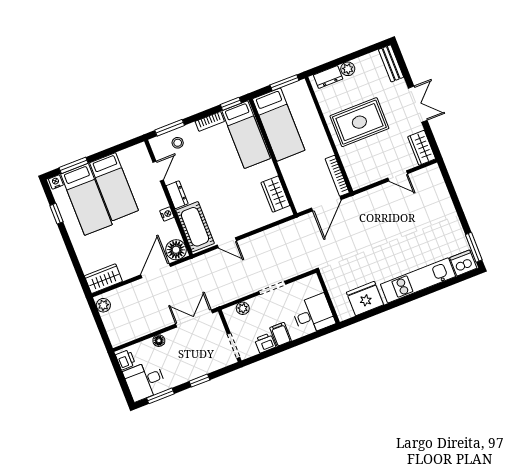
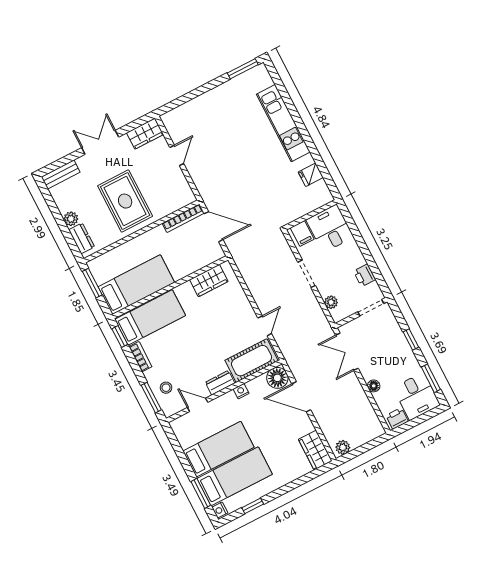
dishwasher: (463, 263) -> (260, 78), removed
fridge: (365, 298) -> (311, 175), width x0.53, depth x0.75
filing cabinet: (281, 334) -> (302, 233), moved, turned -90

